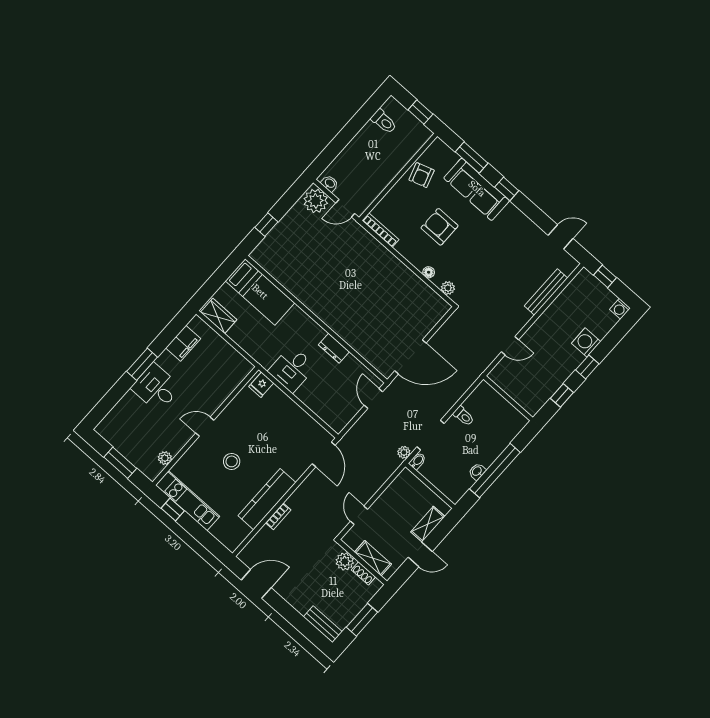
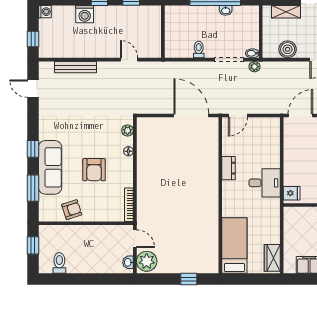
boiler: (393, 496) -> (288, 49), added

